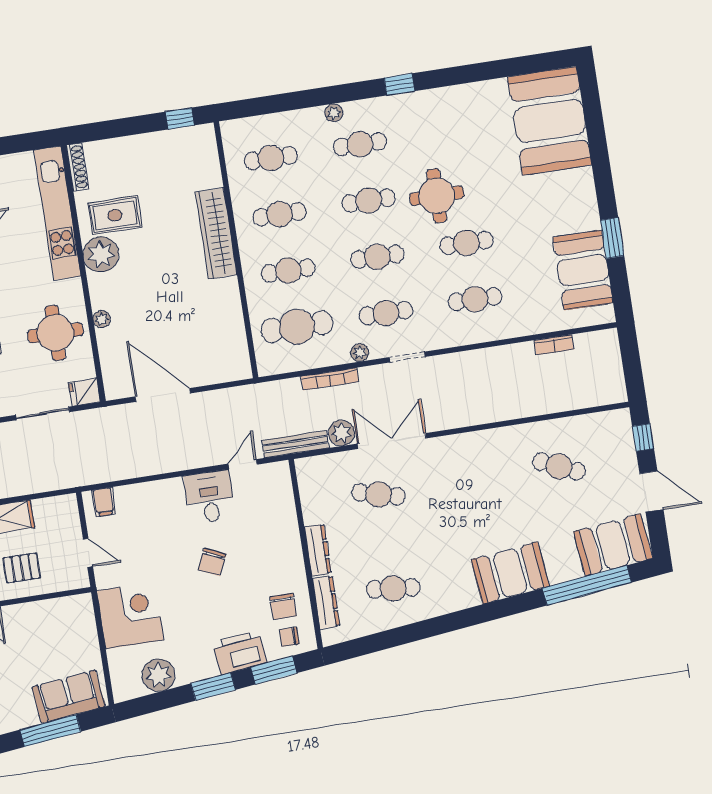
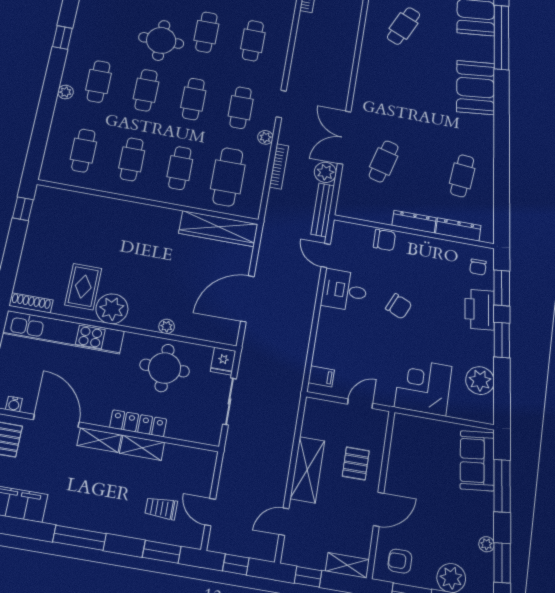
wardrobe: (216, 233) -> (218, 229), moved
chair: (283, 606) -> (384, 240), moved

